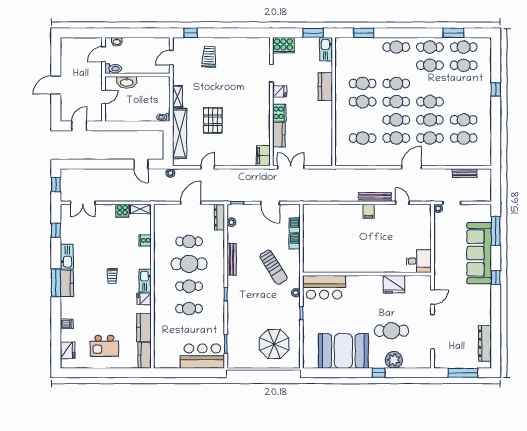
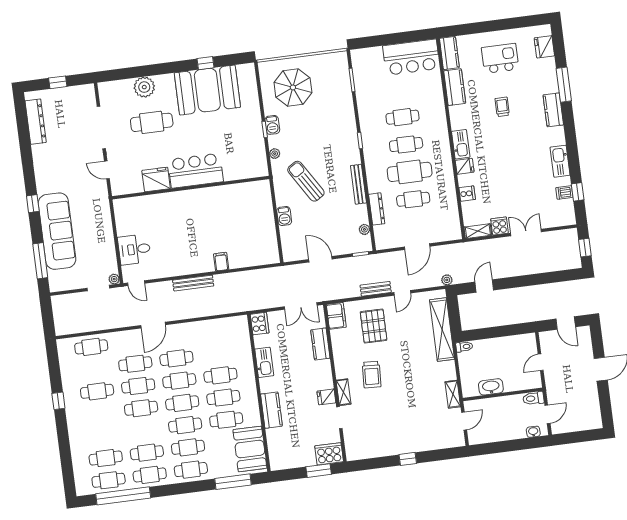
window: (191, 33) -> (408, 459), moved
window: (313, 33) -> (319, 471), moved
window: (364, 33) -> (233, 482), width x1.44
window: (453, 33) -> (123, 496), width x2.11
kitchen sink: (326, 49) -> (264, 362), moved
trolley: (209, 57) -> (372, 375), moved
booth: (347, 57) -> (250, 449), added
cafe table: (396, 65) -> (188, 447), added
washbasin: (127, 82) -> (491, 387), moved
window: (496, 89) -> (58, 401), moved
shelving: (265, 93) -> (344, 392), added
shelving: (178, 96) -> (453, 394), moved
cooker: (279, 113) -> (260, 324), moved, turned 180
pallet: (213, 120) -> (374, 326), moved
door: (79, 126) -> (566, 323), hinge flipped
cafe table: (363, 138) -> (220, 375), moved
cafe table: (464, 138) -> (91, 347), moved
door: (141, 164) -> (484, 286), hinge flipped
bench: (465, 173) -> (376, 289), moved
double door: (83, 203) -> (526, 233), moved
door: (402, 203) -> (136, 283), moved
filing cabinet: (369, 211) -> (221, 262), moved
dresser: (219, 217) -> (377, 209), moved
barbecue: (295, 225) -> (272, 125), moved
desk: (419, 261) -> (134, 249), moved
trolley: (112, 276) -> (502, 107), moved
window: (56, 283) -> (564, 85), moved
kitchen counter: (67, 283) -> (553, 110), moved
bar counter: (324, 287) -> (196, 171), moved
door: (433, 297) -> (107, 170), hinge flipped
fridge: (144, 299) -> (465, 166), moved
dishwasher: (67, 324) -> (564, 193), moved
bar counter: (202, 356) -> (411, 57), moved
window: (379, 373) -> (206, 63), moved
window: (463, 373) -> (58, 82), width x0.46

